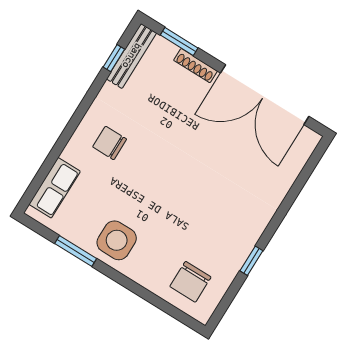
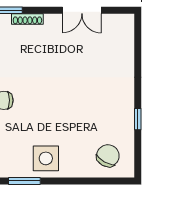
double door: (265, 95) -> (82, 10), width x0.54
chair: (190, 282) -> (108, 156), turned -151

